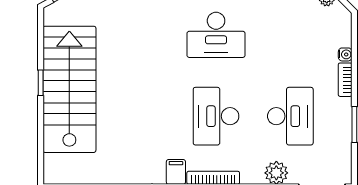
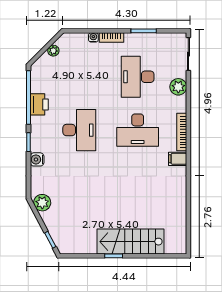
stairs: (69, 89) -> (130, 242), width x0.73, depth x0.66
desk: (290, 116) -> (138, 77), turned -90

